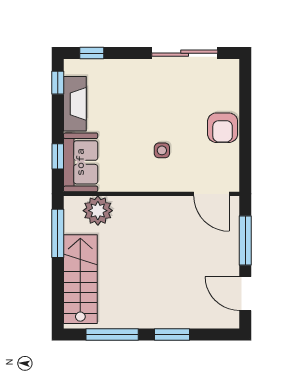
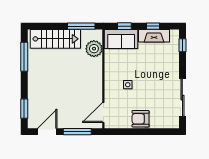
window: (58, 83) -> (153, 26), moved
window: (172, 335) -> (24, 109), moved

